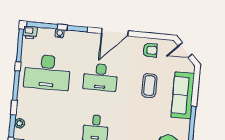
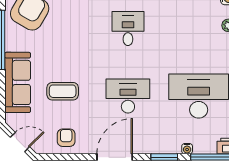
armchair: (150, 50) -> (66, 138), turned 90
coffee table: (149, 86) -> (63, 91), turned 90

